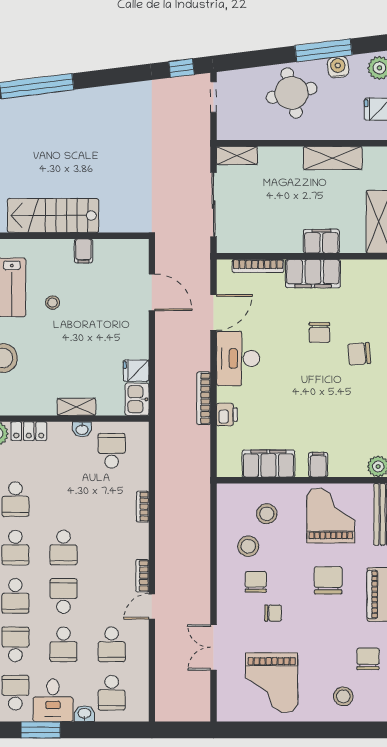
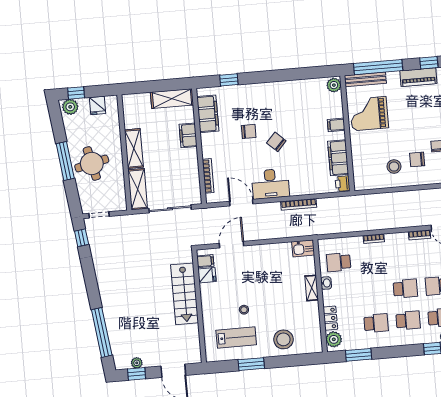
window: (324, 50) -> (65, 161), moved
water cooler: (338, 67) -> (72, 134), removed
shelving: (237, 155) -> (138, 189), width x1.50, depth x1.33
shelving: (333, 158) -> (134, 149), moved
stairs: (53, 215) -> (185, 294), moved
filing cabinet: (83, 251) -> (205, 261), moved
filing cabinet: (313, 274) -> (208, 114), moved
chair: (359, 354) -> (276, 142), moved, turned 138
fridge: (136, 371) -> (207, 275), moved, turned -90
printer: (227, 415) -> (343, 184), moved, turned -90
stool: (267, 514) -> (372, 156), removed
chair: (328, 580) -> (412, 112), removed

